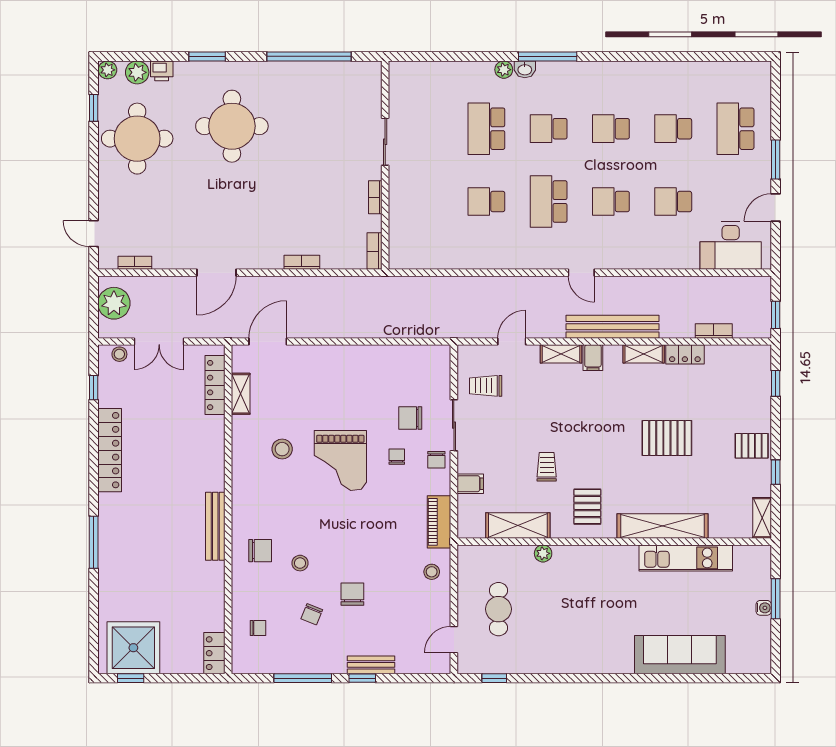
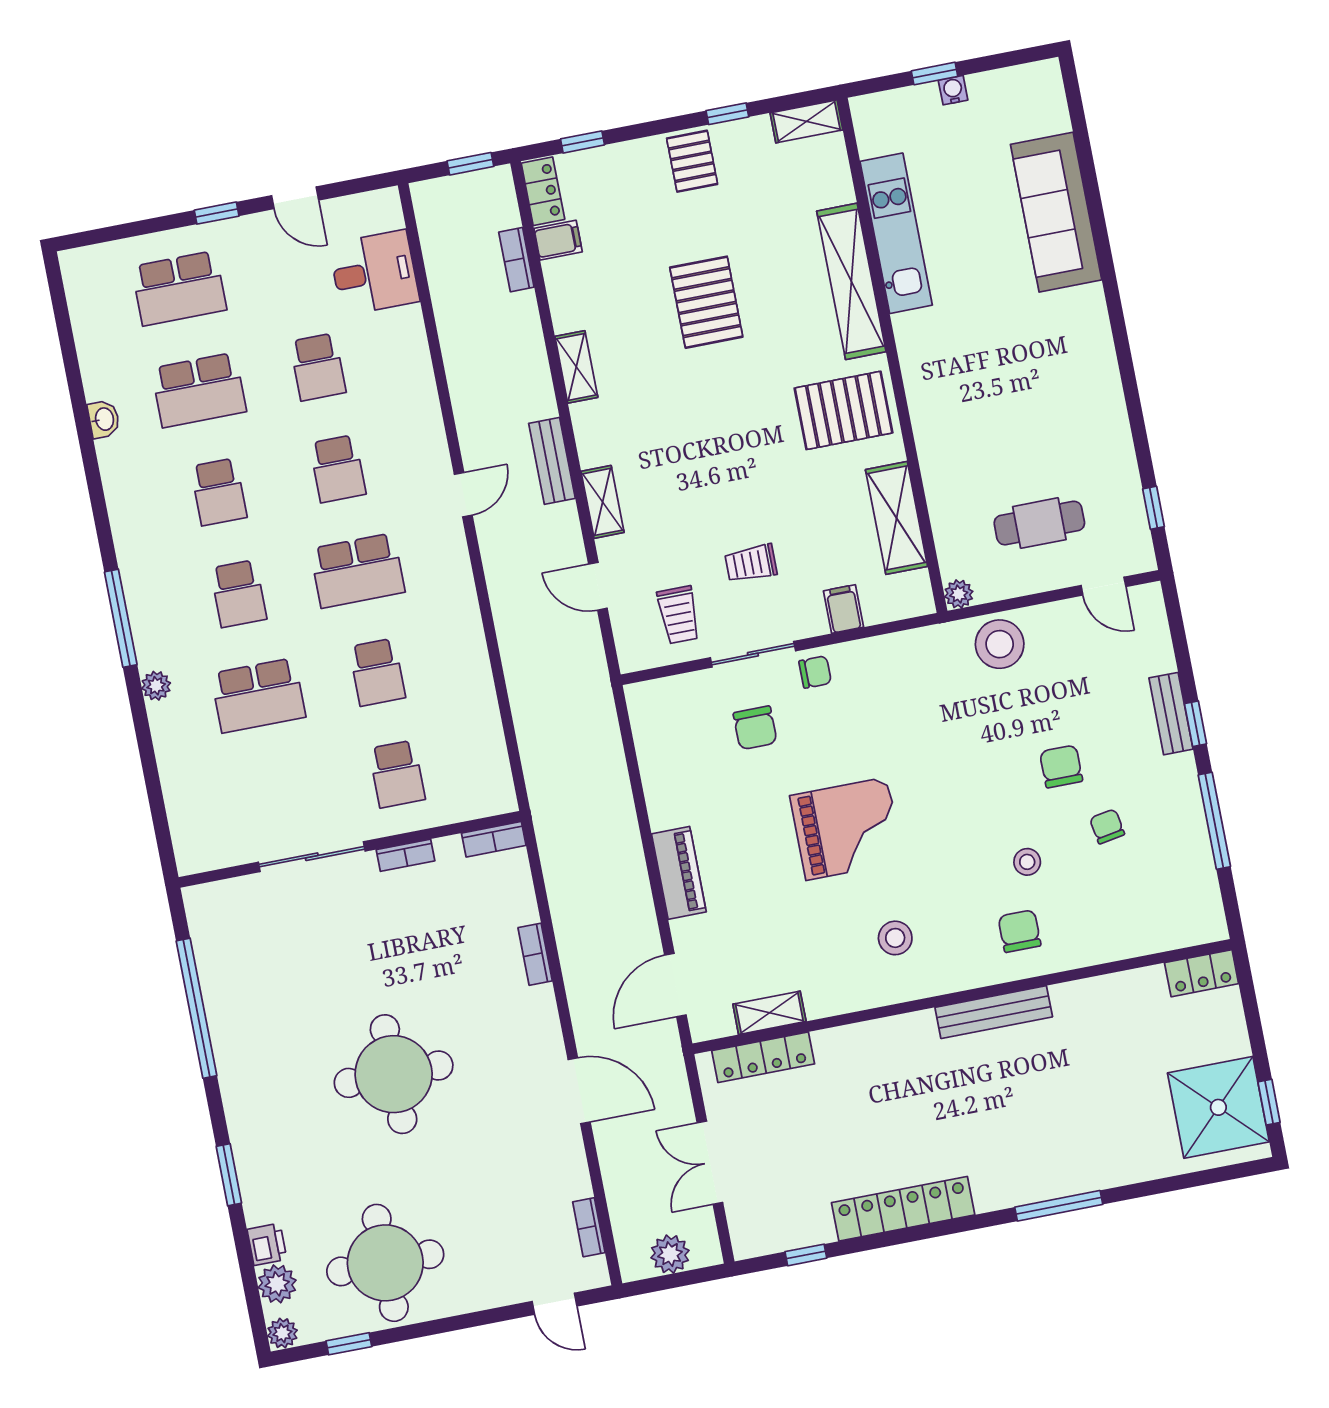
washbasin: (525, 69) -> (104, 419), moved
round table: (232, 126) -> (394, 1074), moved
school desk: (673, 129) -> (199, 390), width x1.85
sliding door: (385, 142) -> (312, 857), width x1.37
window: (776, 159) -> (217, 213), width x0.67
school desk: (424, 202) -> (397, 774), added
door: (94, 234) -> (555, 1304), hinge flipped
desk: (731, 246) -> (374, 273), width x0.73
plant: (114, 303) -> (670, 1254), width x0.73, depth x0.73
bench: (612, 327) -> (552, 461), width x0.54, depth x0.82
double door: (159, 342) -> (710, 1163), swing flipped
door: (268, 342) -> (675, 985), hinge flipped
stool: (119, 354) -> (743, 1223), removed
locker: (685, 354) -> (543, 191), moved
filing cabinet: (593, 358) -> (558, 240), moved
stool: (282, 449) -> (895, 938), moved
chair: (397, 457) -> (822, 738), removed
trolley: (547, 467) -> (751, 563), moved
pallet: (587, 507) -> (843, 410), width x1.50, depth x1.42
piano: (439, 522) -> (679, 873), moved, turned -90
plant: (543, 553) -> (959, 594), moved
stool: (432, 572) -> (1000, 644), width x1.89, depth x1.89
chair: (352, 594) -> (1061, 766), turned 90
window: (776, 599) -> (935, 74), width x0.67
chair: (312, 614) -> (1107, 826), turned -122
chair: (258, 628) -> (1147, 910), removed

